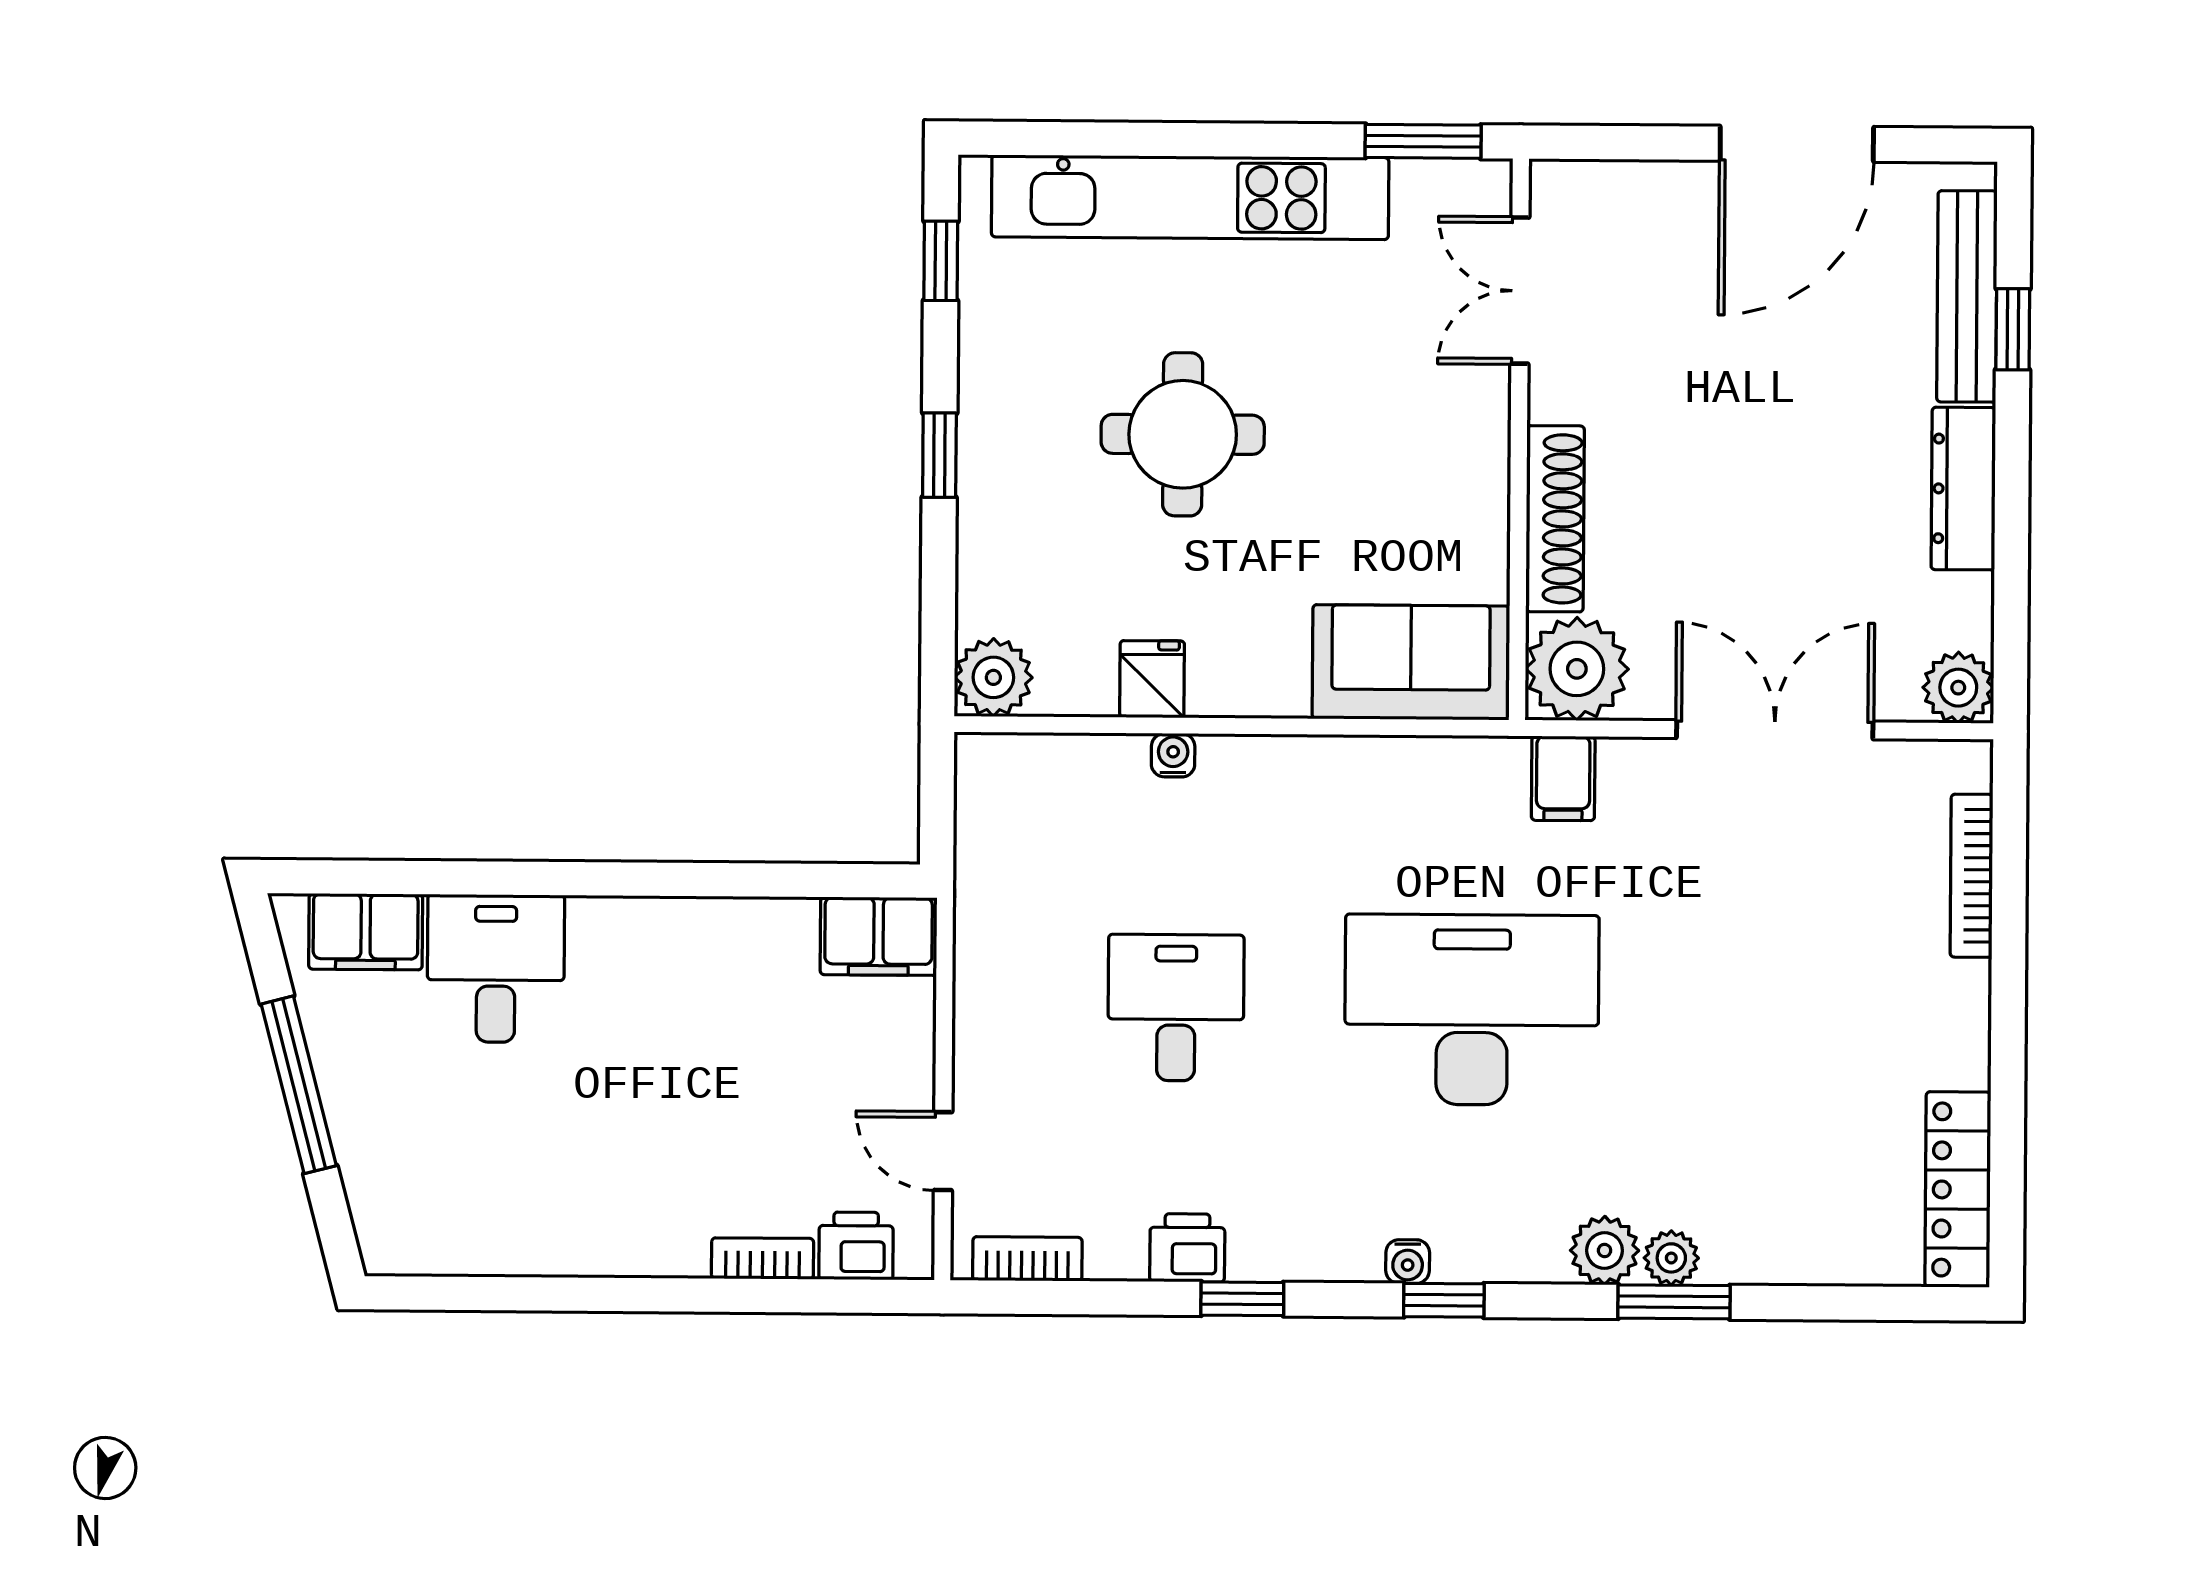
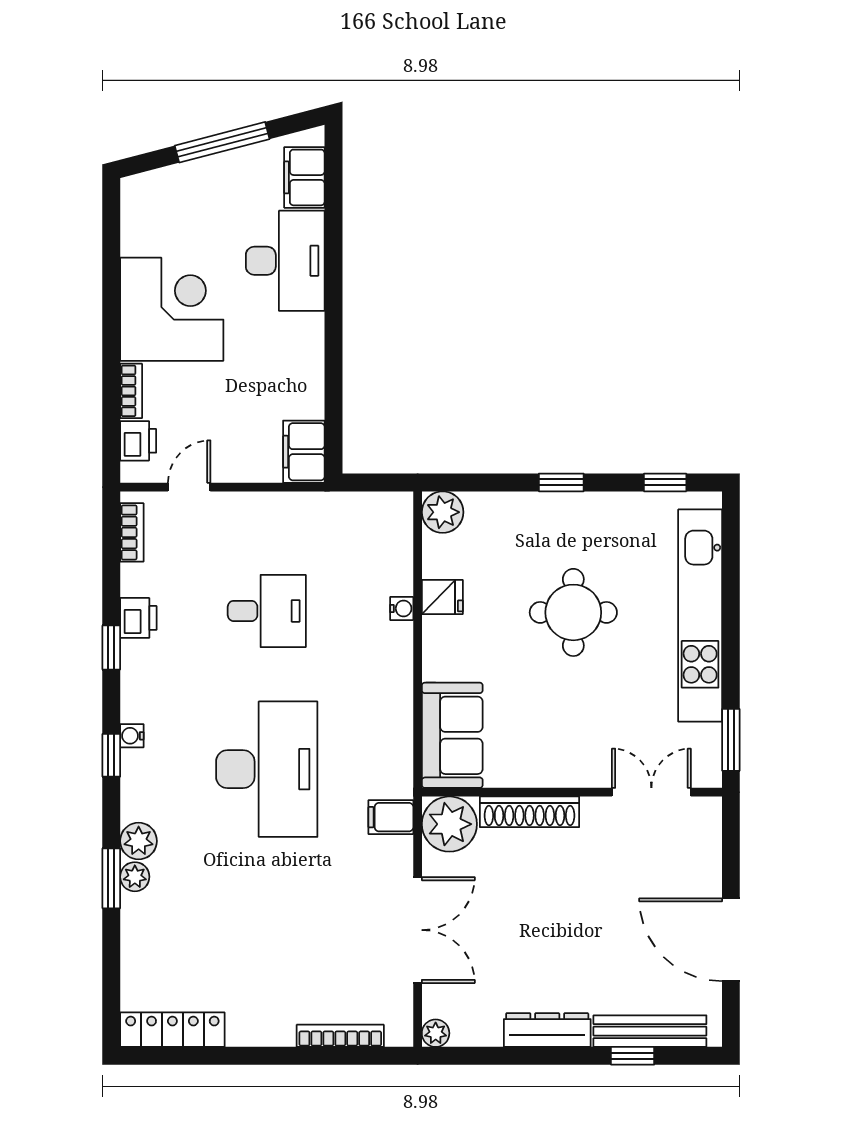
plant: (1958, 688) -> (436, 1033), width x0.73, depth x0.73
desk: (496, 968) -> (285, 261), width x1.37
corner desk: (610, 1181) -> (172, 309), added

